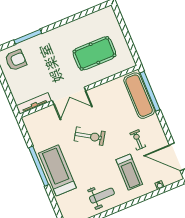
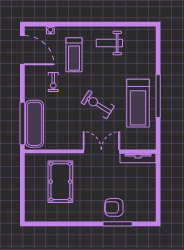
pool table: (94, 53) -> (60, 182), turned 90
armchair: (16, 60) -> (114, 207), moved
treadmill: (57, 170) -> (138, 103), moved
treadmill: (129, 172) -> (74, 55), turned 180

